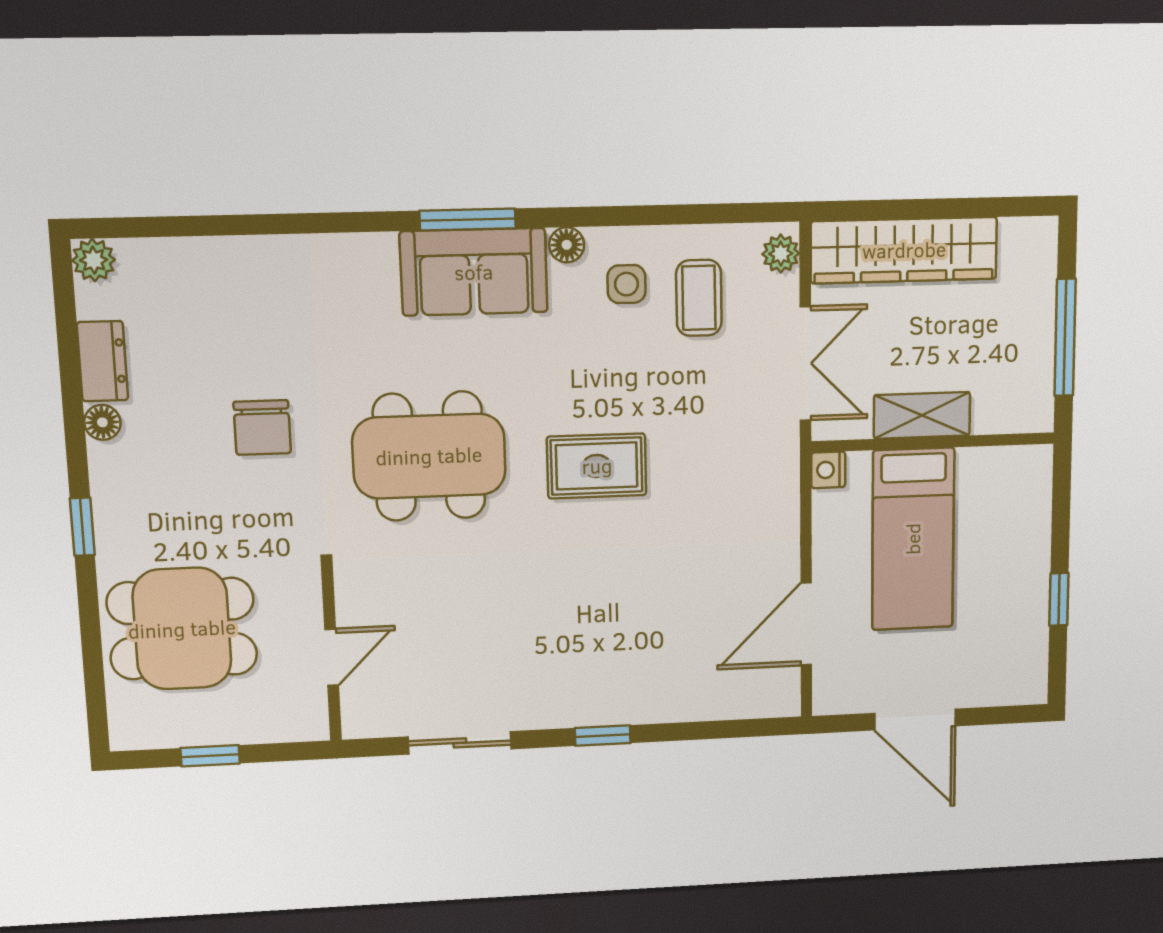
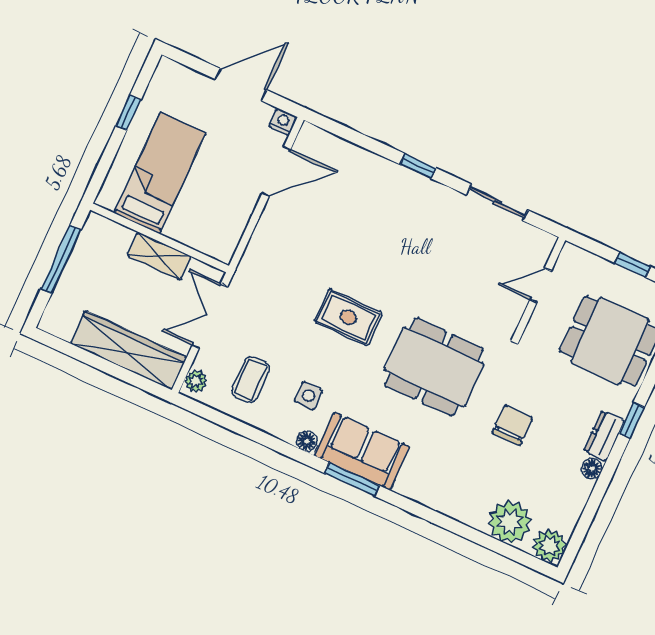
plant: (94, 260) -> (549, 546), width x1.38, depth x1.38
plant: (185, 275) -> (510, 522), added
side table: (626, 284) -> (308, 396), moved
dresser: (102, 361) -> (604, 436), moved
nightstand: (828, 470) -> (283, 122), moved, turned -90
bed: (913, 539) -> (160, 173), moved
door: (915, 720) -> (241, 85), hinge flipped

